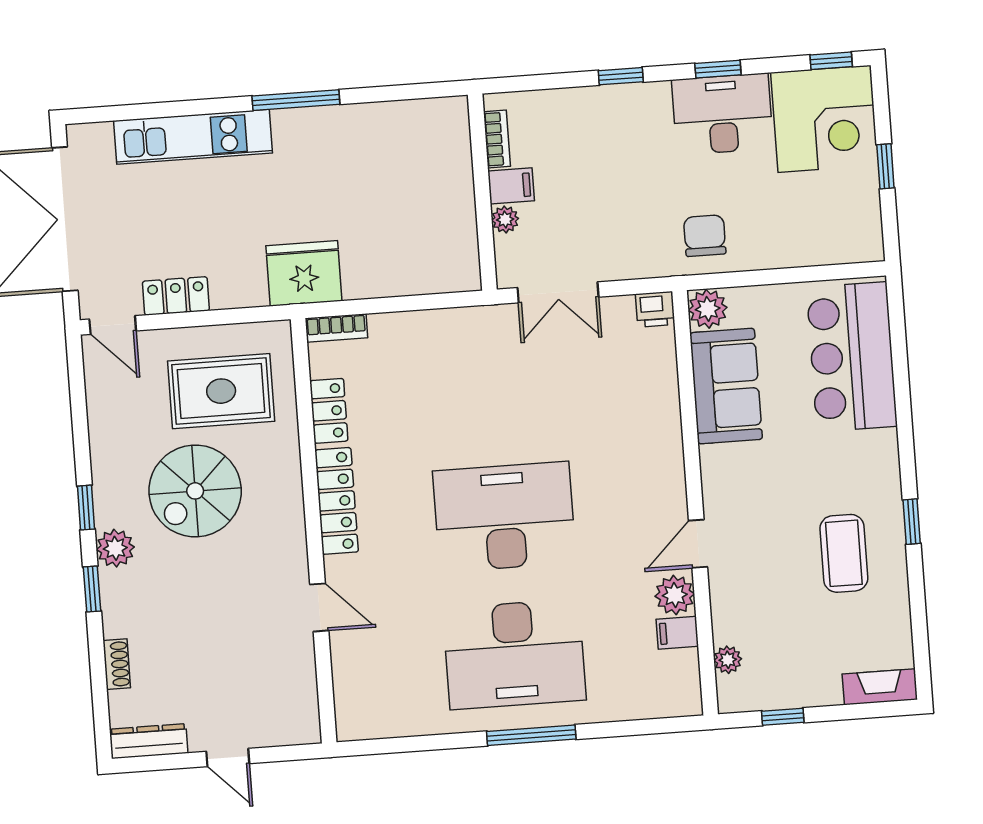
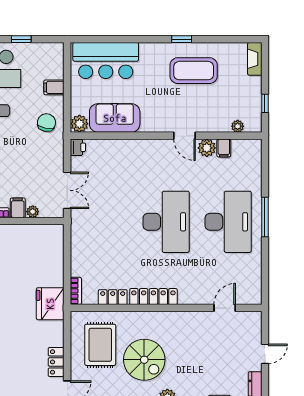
chair: (705, 236) -> (46, 123), turned 101
filing cabinet: (784, 246) -> (54, 87), added
desk: (504, 517) -> (166, 222), turned 180
coffee table: (844, 553) -> (194, 71), width x1.36, depth x1.32
door: (319, 607) -> (225, 308), moved

